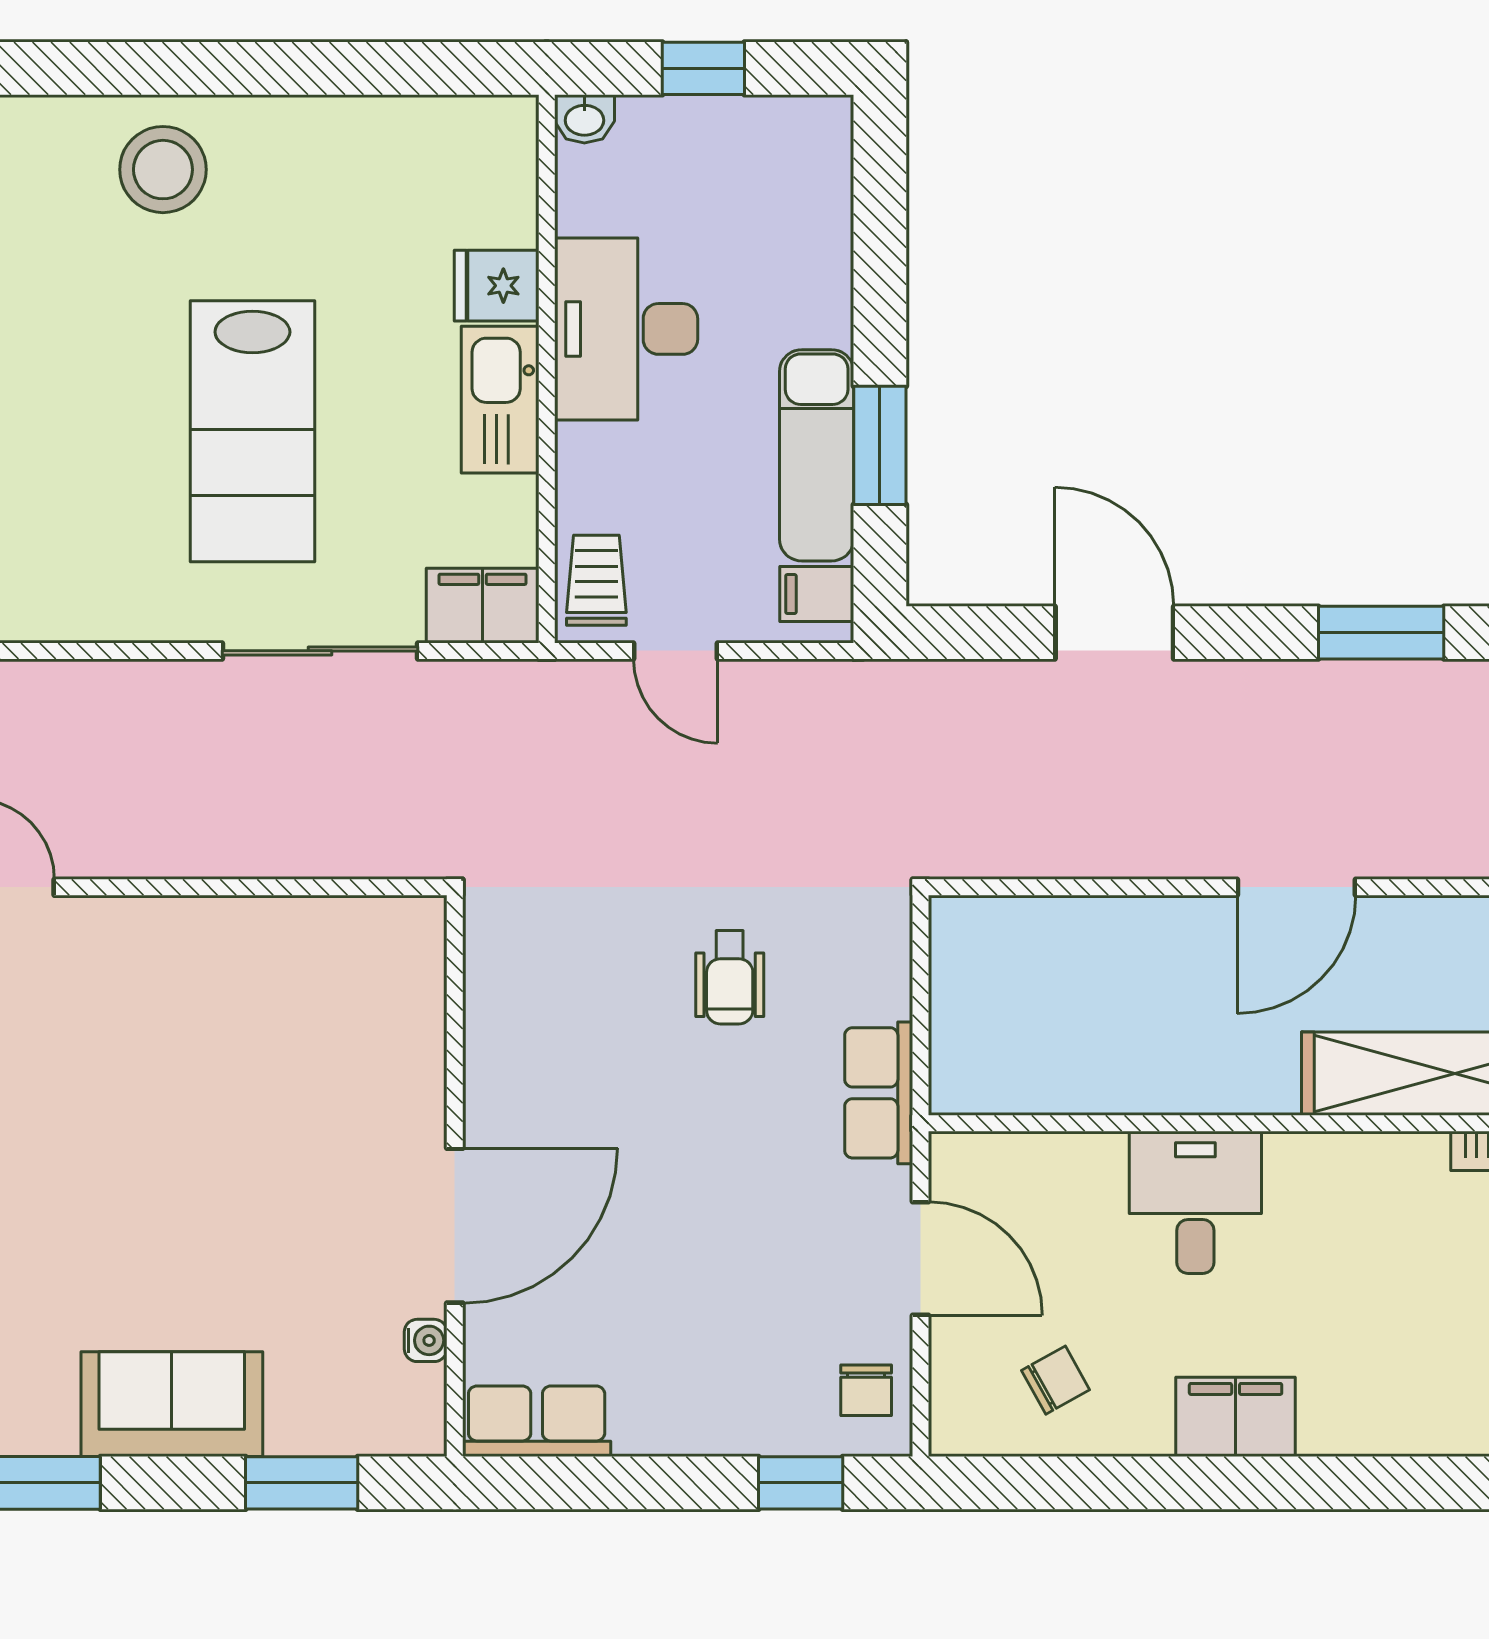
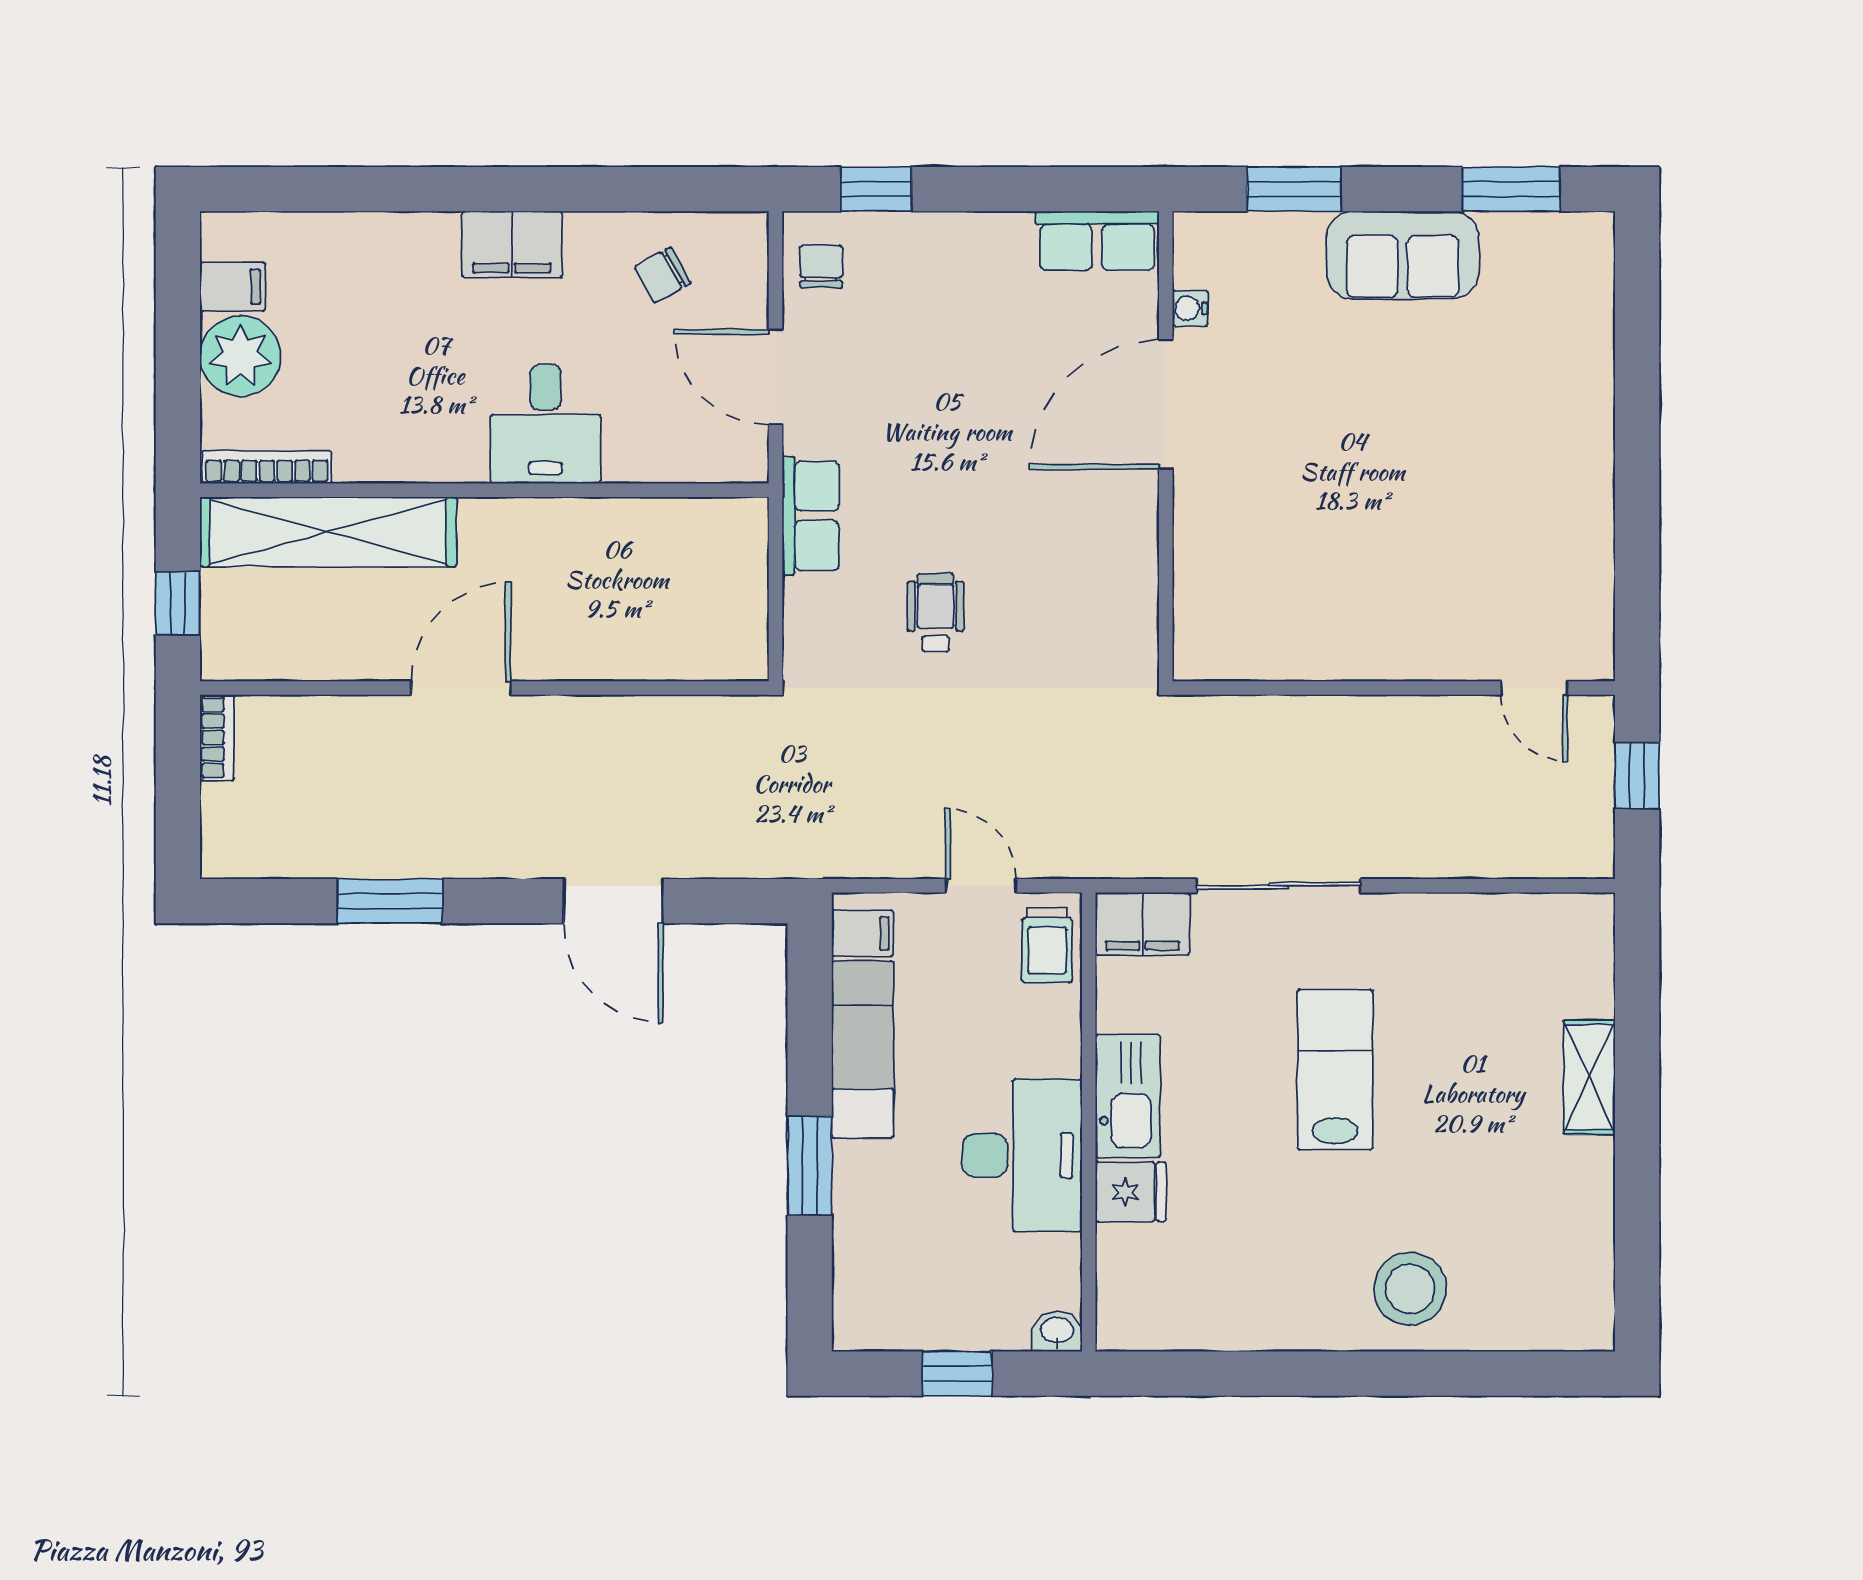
lab bench: (252, 431) -> (1335, 1070), width x0.73, depth x0.72
window: (880, 445) -> (810, 1166), moved

